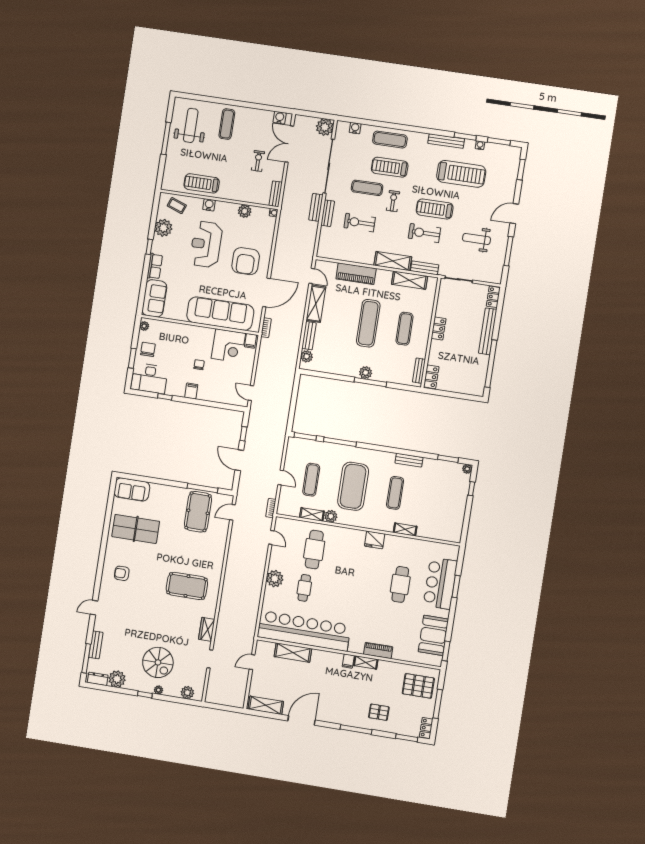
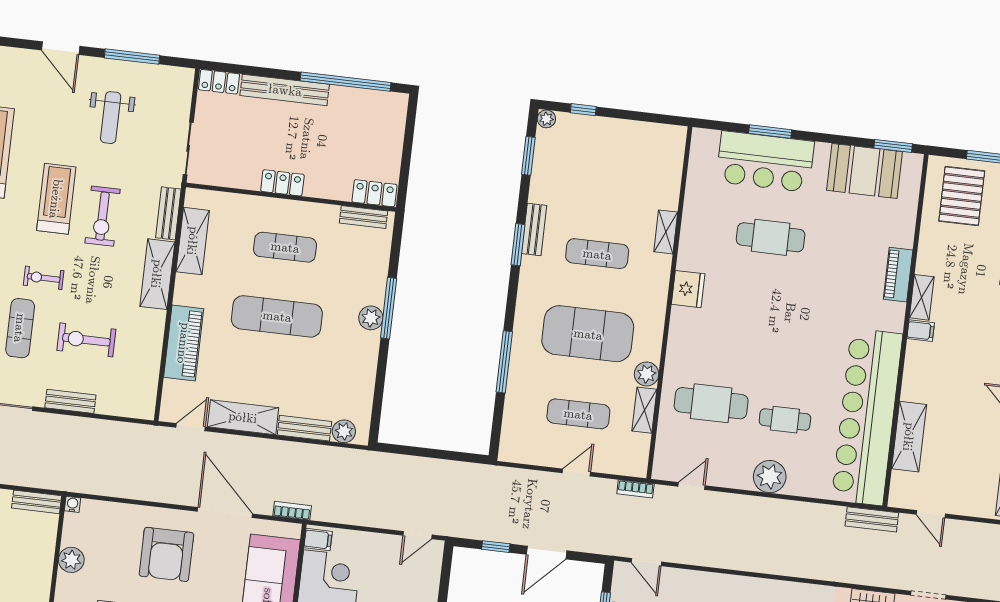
bench: (316, 207) -> (872, 519), moved
treadmill: (435, 209) -> (56, 199), turned 180
exercise bike: (360, 223) -> (86, 340), turned 90
armchair: (246, 261) -> (166, 554), turned 90
window: (305, 436) -> (518, 245), moved

